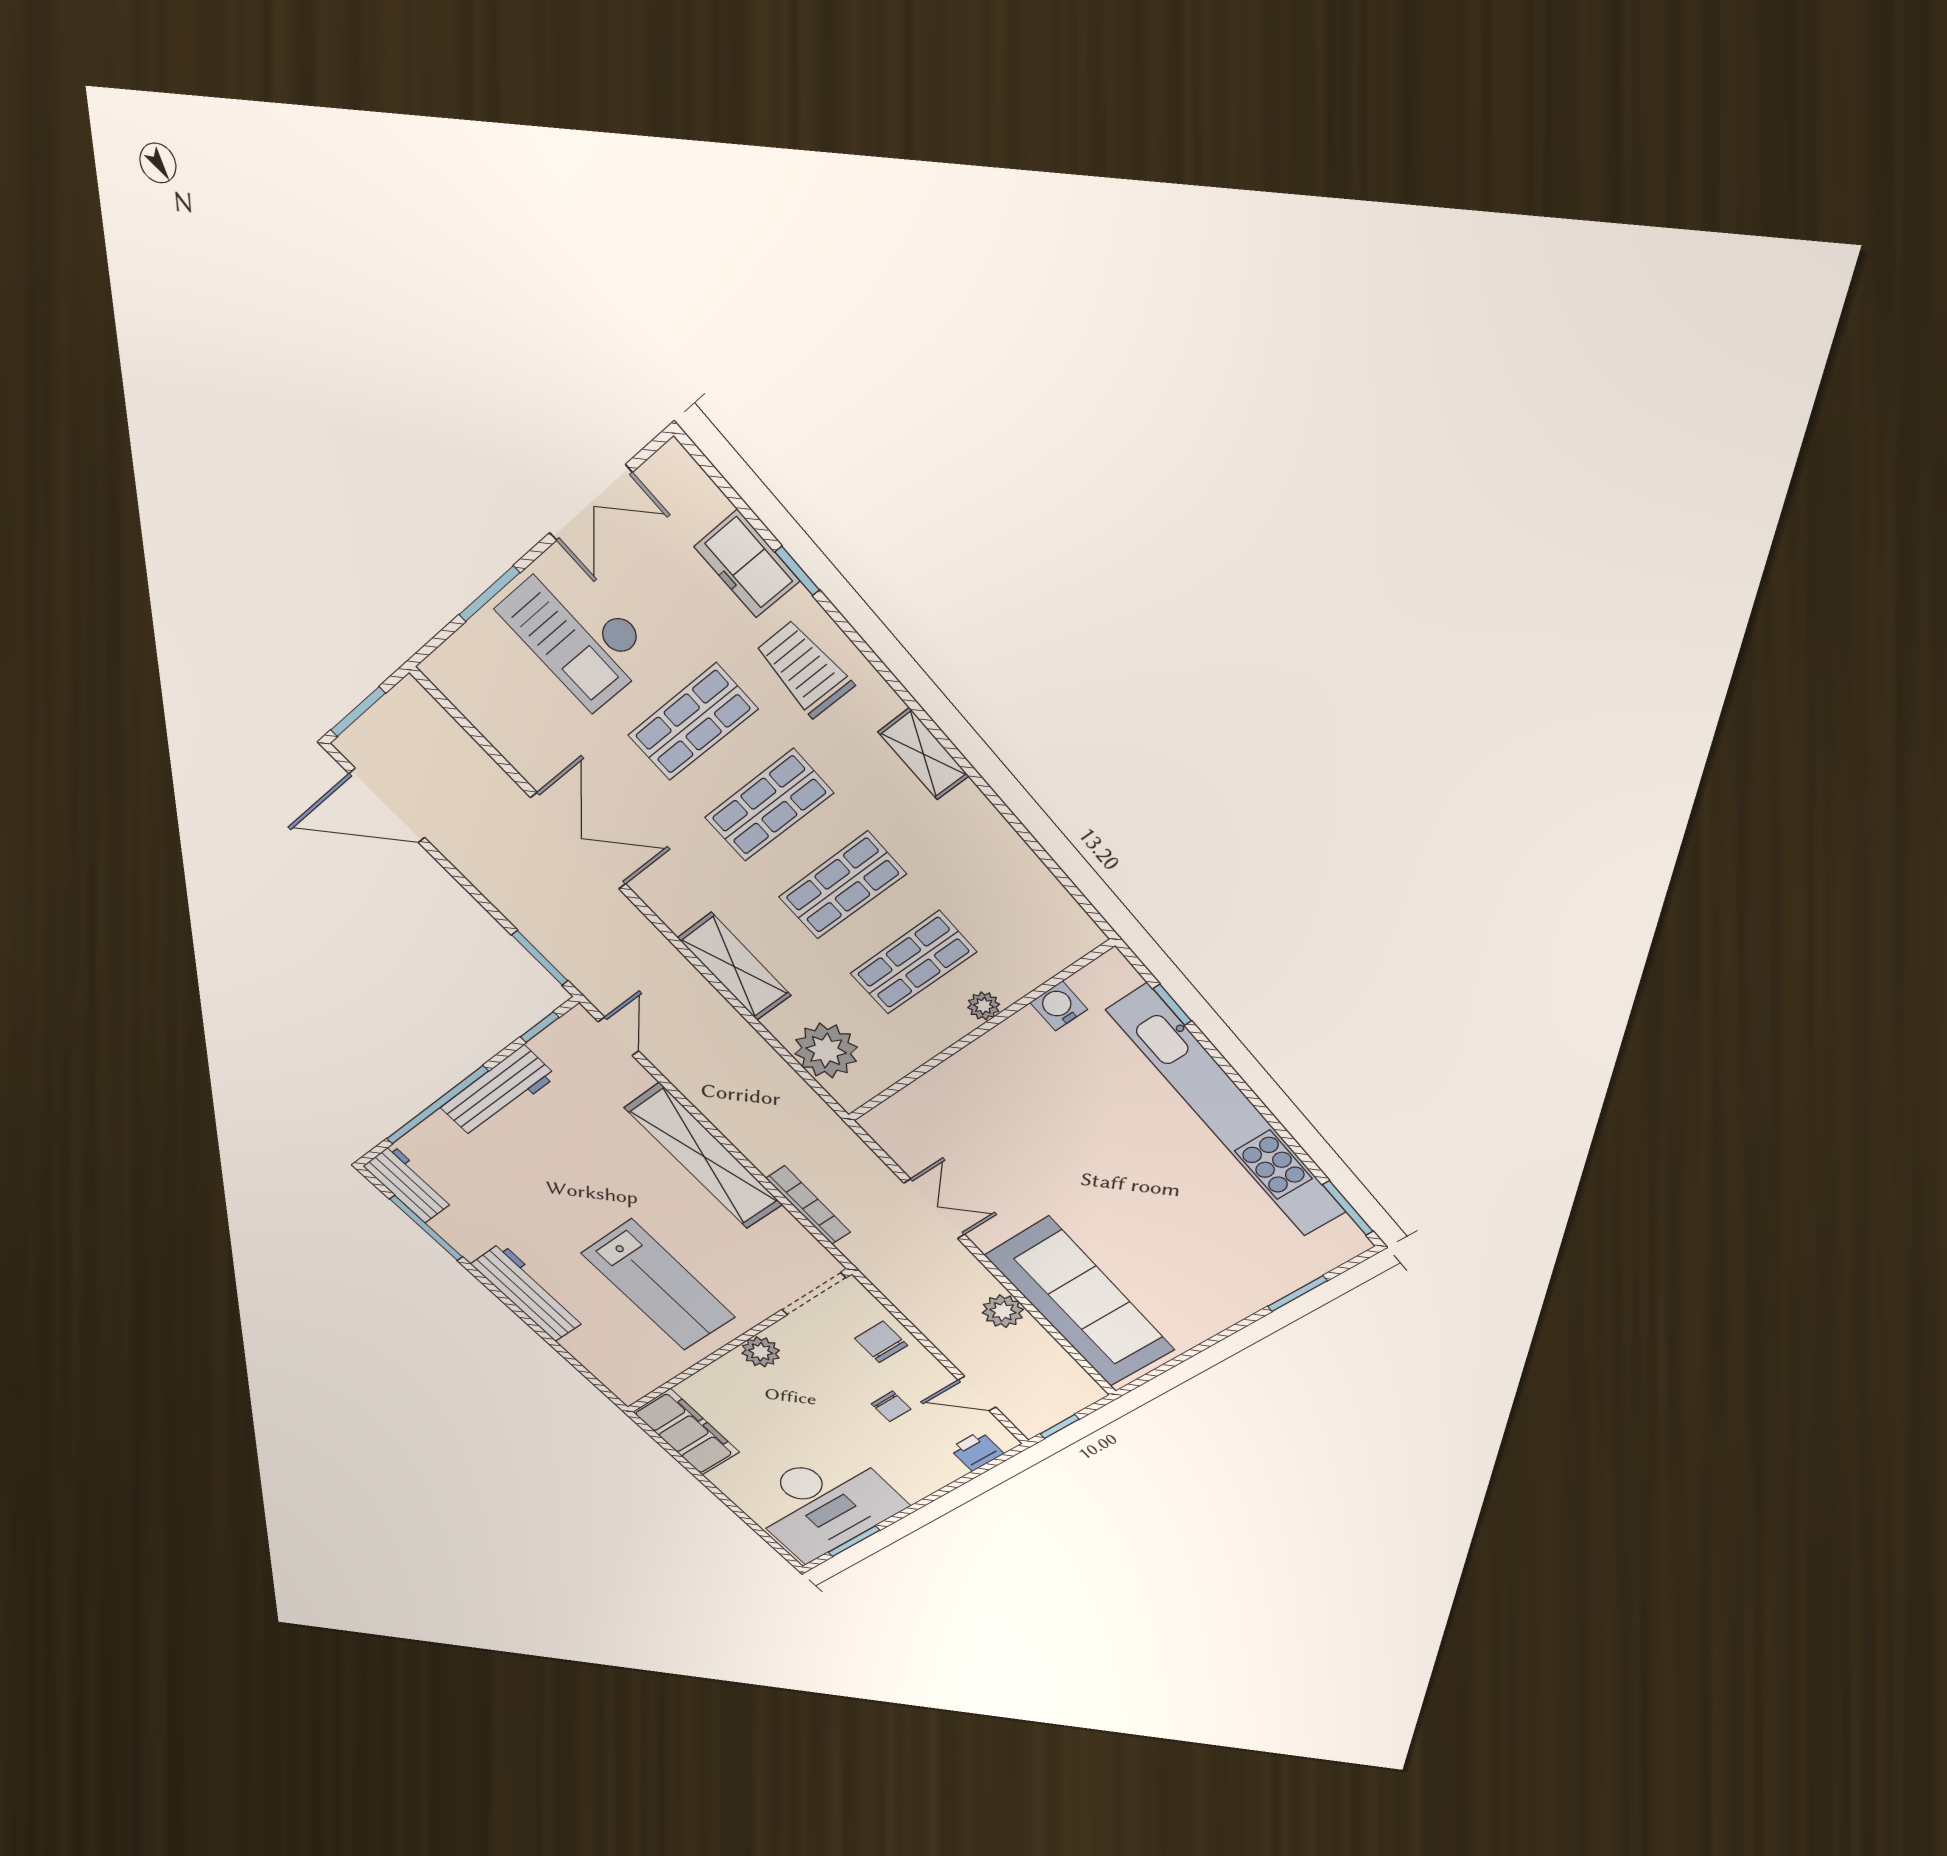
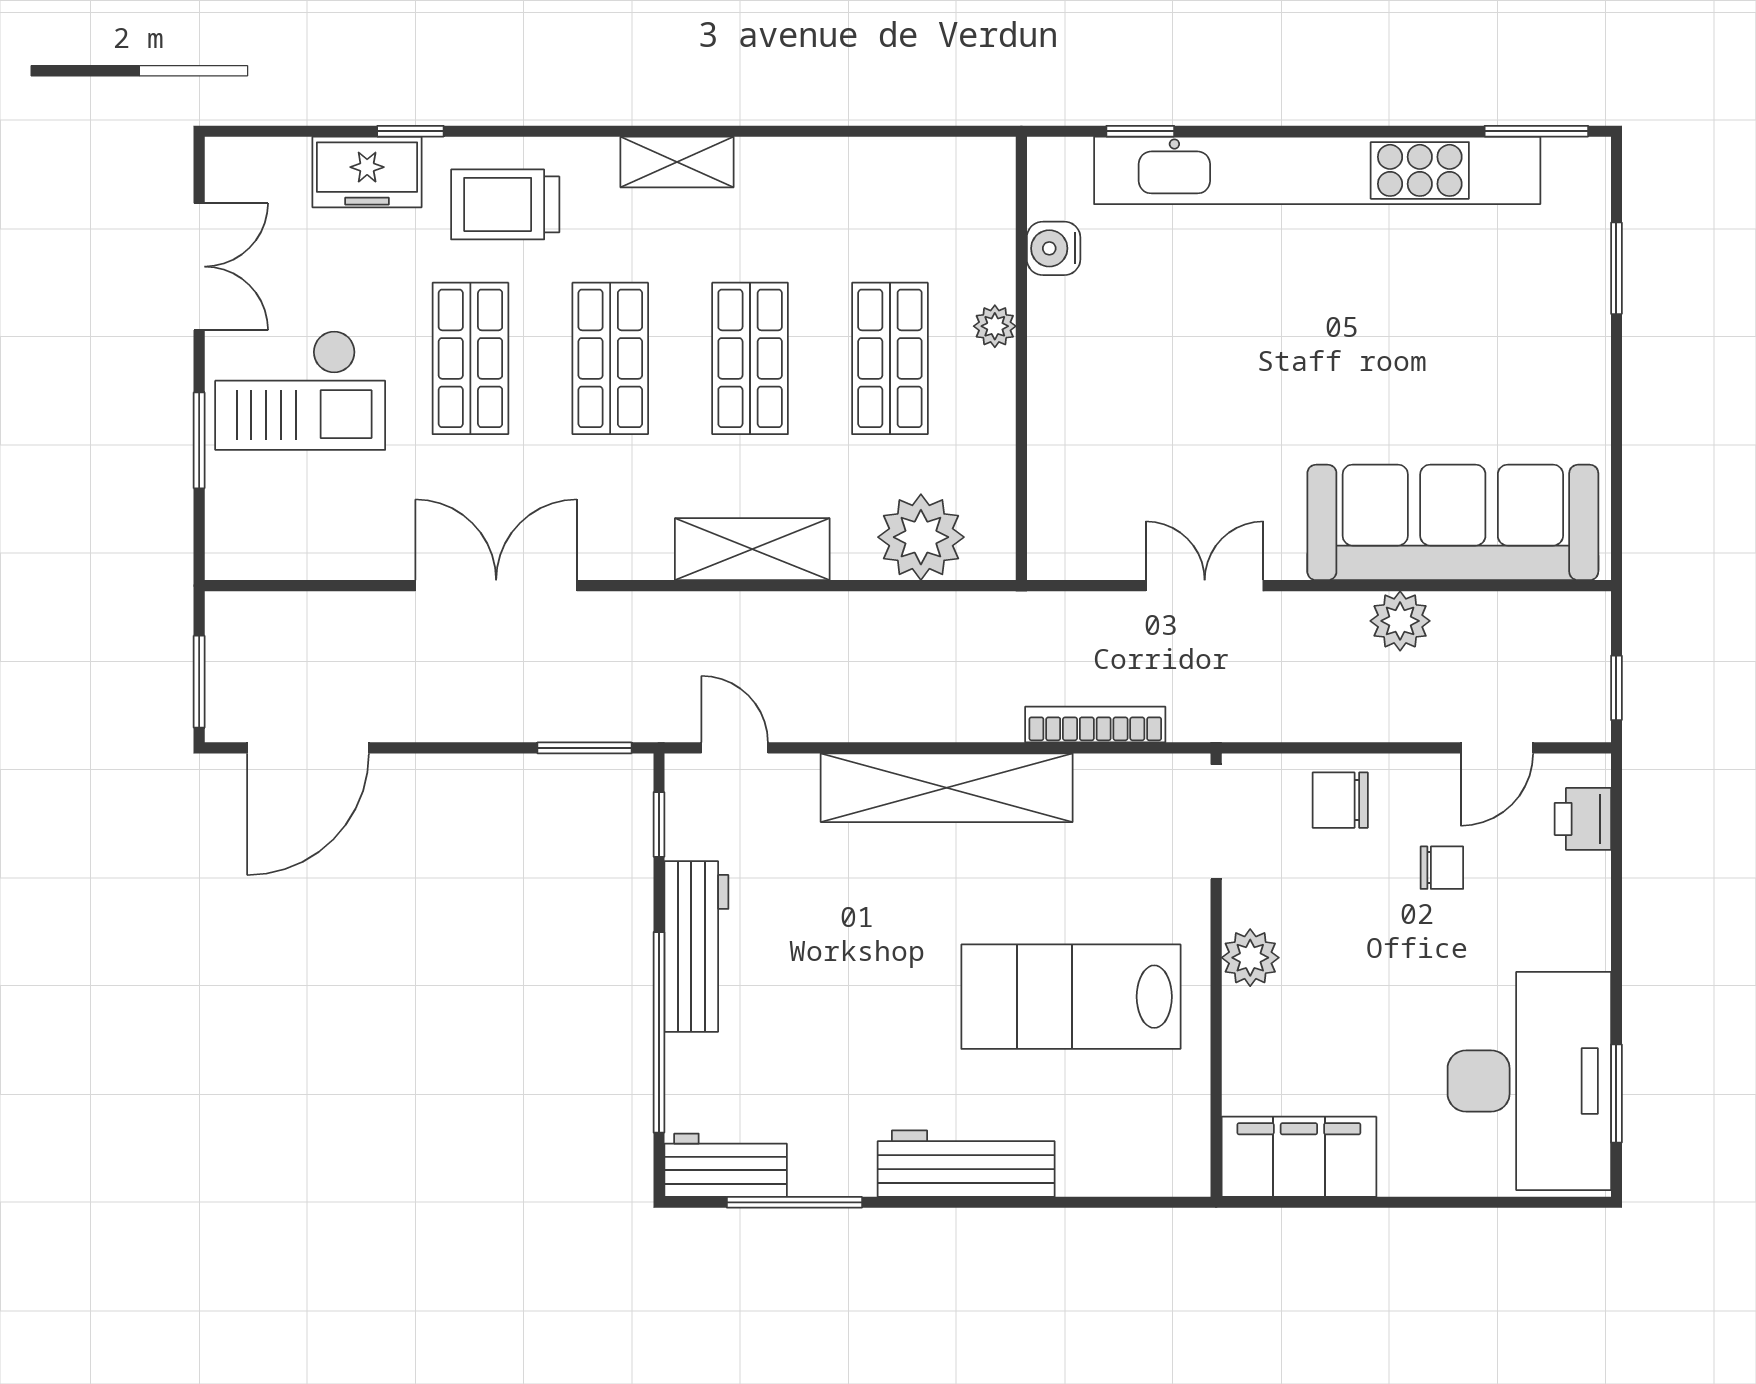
lab bench: (658, 1285) -> (1071, 997), turned 180

